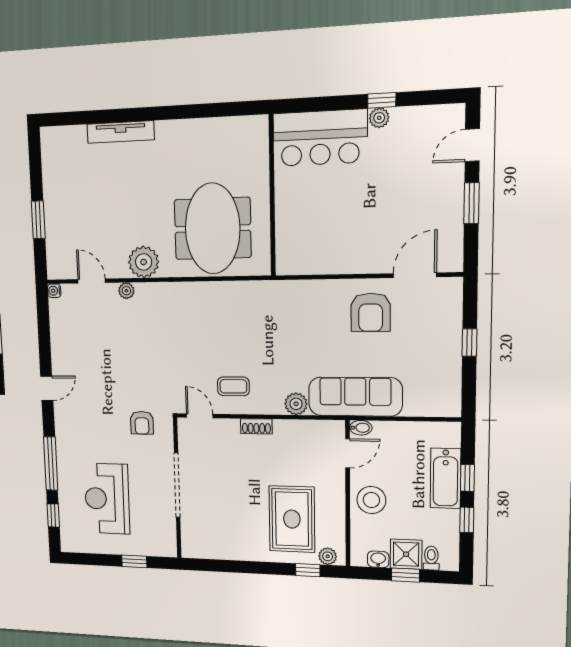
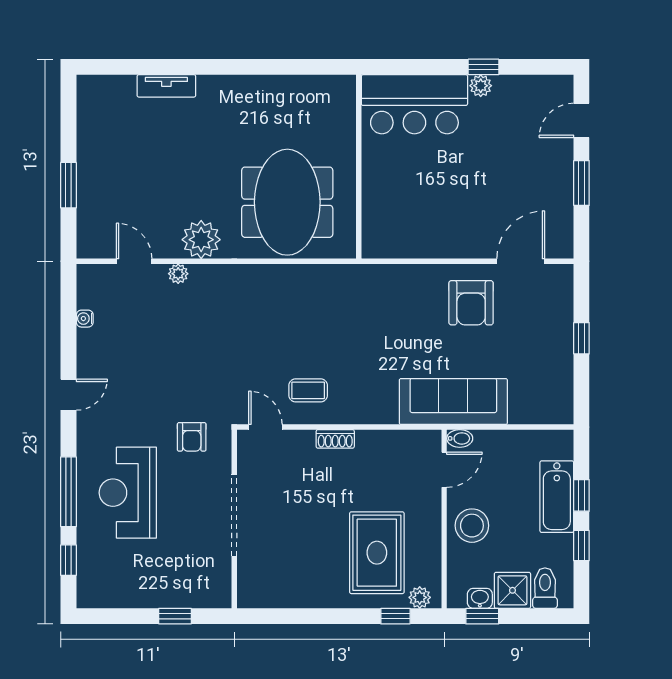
tv unit: (121, 132) -> (166, 86), width x0.71
water cooler: (54, 291) -> (85, 319), moved
plant: (296, 404) -> (384, 411), removed
reception desk: (107, 499) -> (128, 493), moved
toilet: (431, 558) -> (545, 588), width x1.37, depth x1.39
window: (405, 575) -> (482, 616), moved

